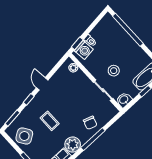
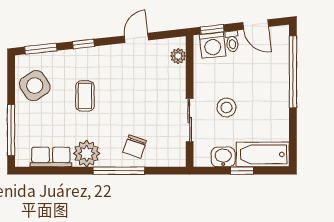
door: (94, 24) -> (256, 25), added
door: (42, 84) -> (136, 38), moved
washbasin: (124, 100) -> (223, 157), moved

